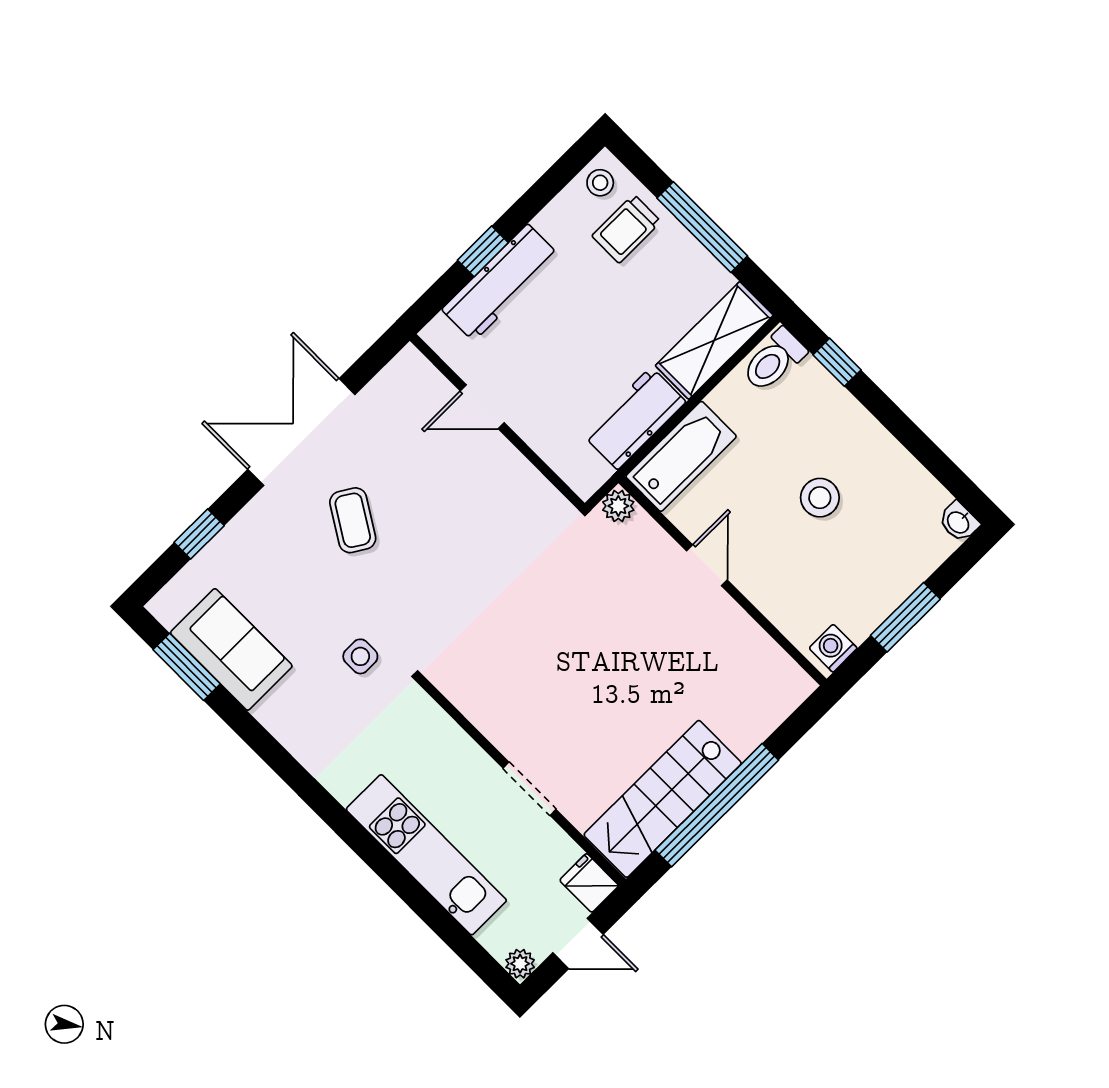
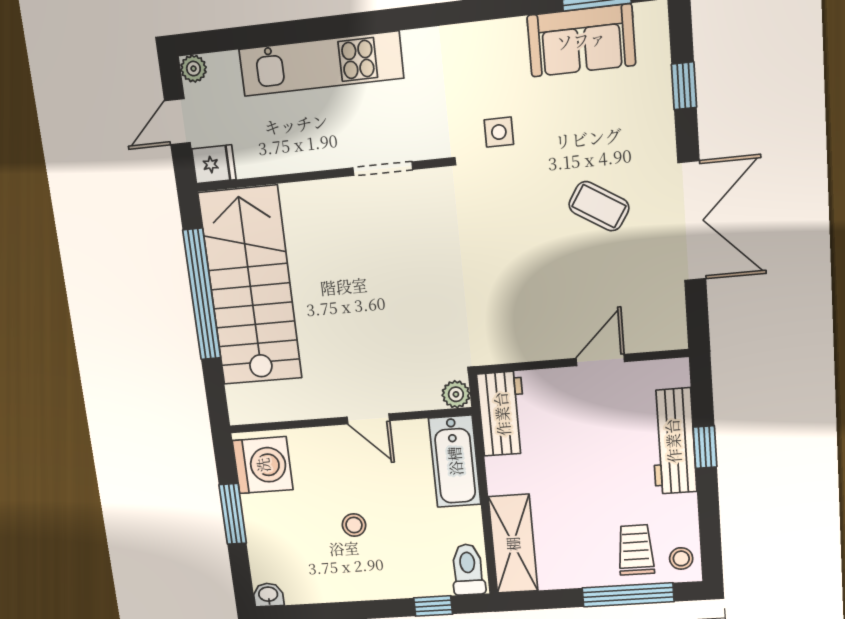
window: (702, 227) -> (628, 595), moved
workbench: (634, 418) -> (502, 414), moved
stool: (820, 498) -> (354, 525), width x0.73, depth x0.73
washing machine: (833, 648) -> (263, 465), width x1.89, depth x1.89
doorway: (529, 789) -> (383, 169), moved
stairs: (663, 799) -> (250, 286), width x1.36, depth x1.51

